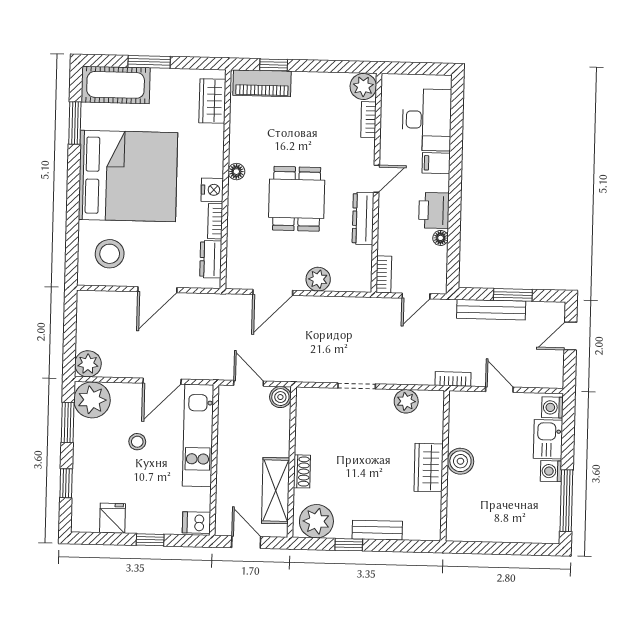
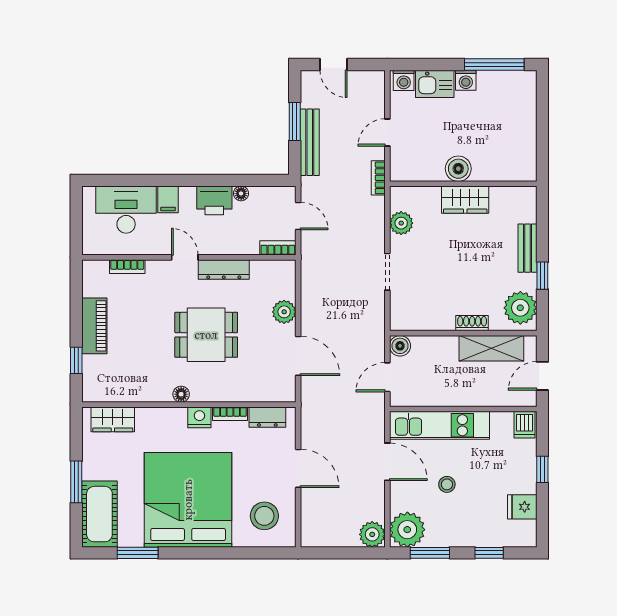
piano: (262, 83) -> (94, 326), moved
plant: (363, 86) -> (95, 272), removed

